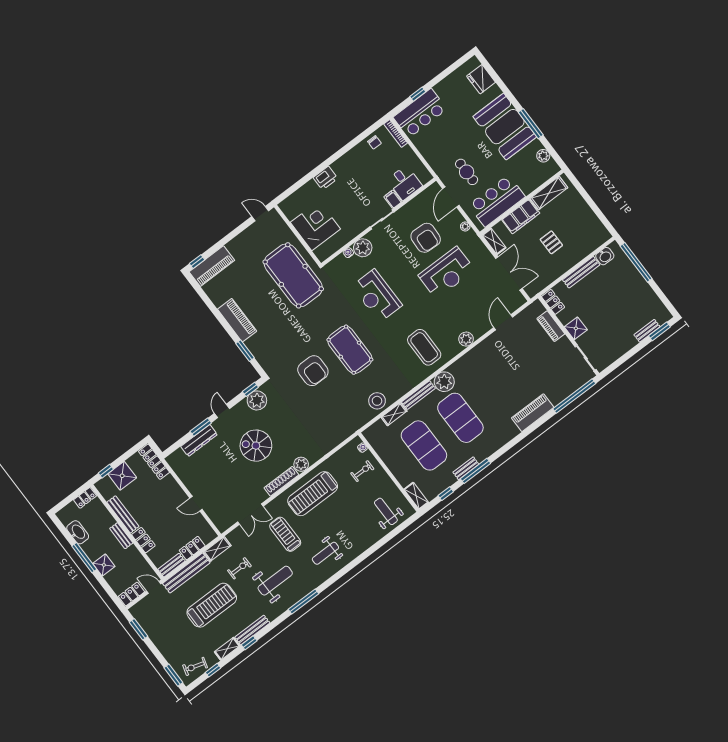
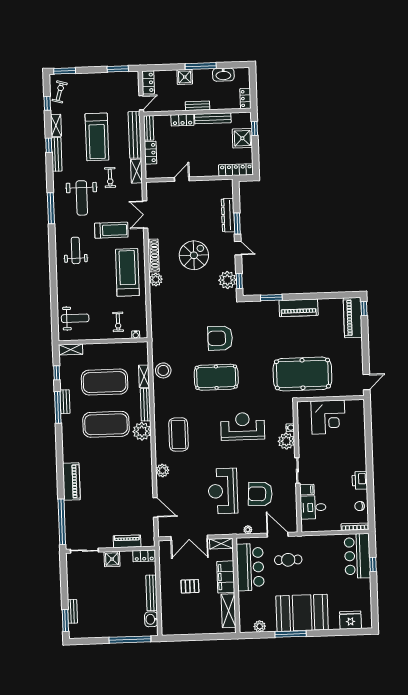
printer: (326, 178) -> (360, 480), moved
coffee table: (424, 347) -> (179, 434), turned 90

